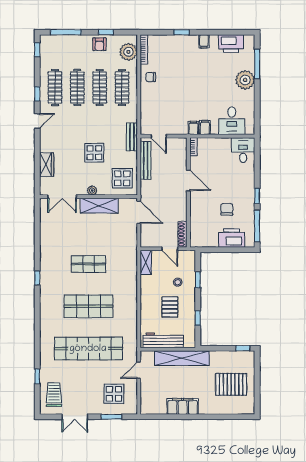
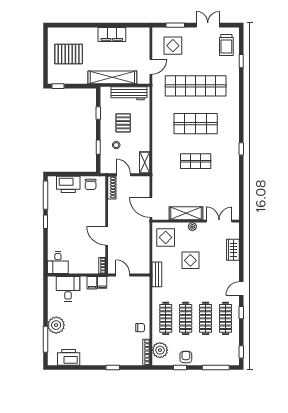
filing cabinet: (204, 41) -> (93, 359), removed
door: (159, 136) -> (123, 275), moved
bench: (146, 160) -> (145, 253), removed
chair: (227, 209) -> (91, 184), moved

